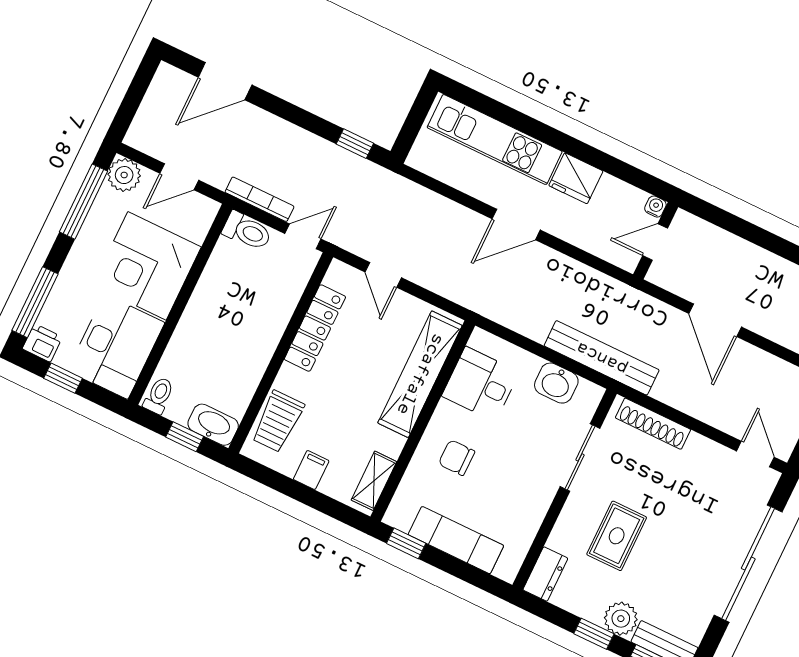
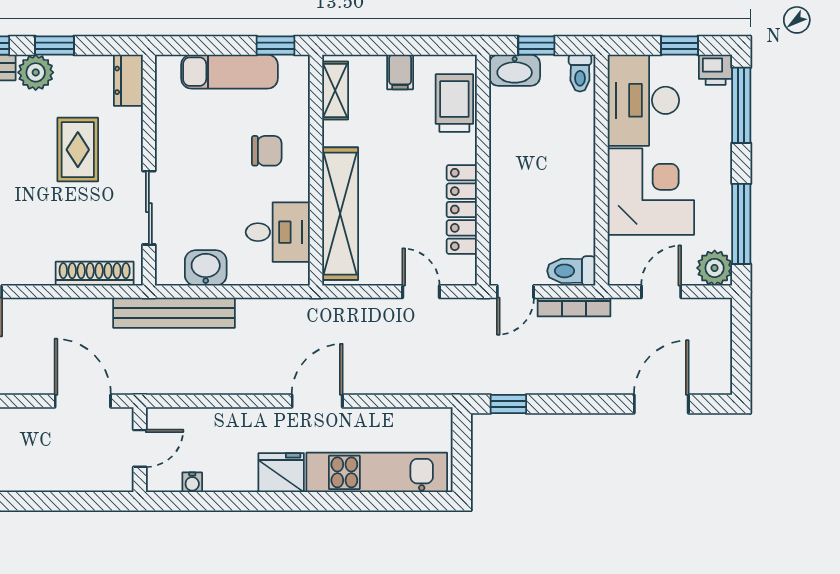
wall: (656, 241) -> (140, 450), moved
door: (655, 242) -> (140, 448), moved

